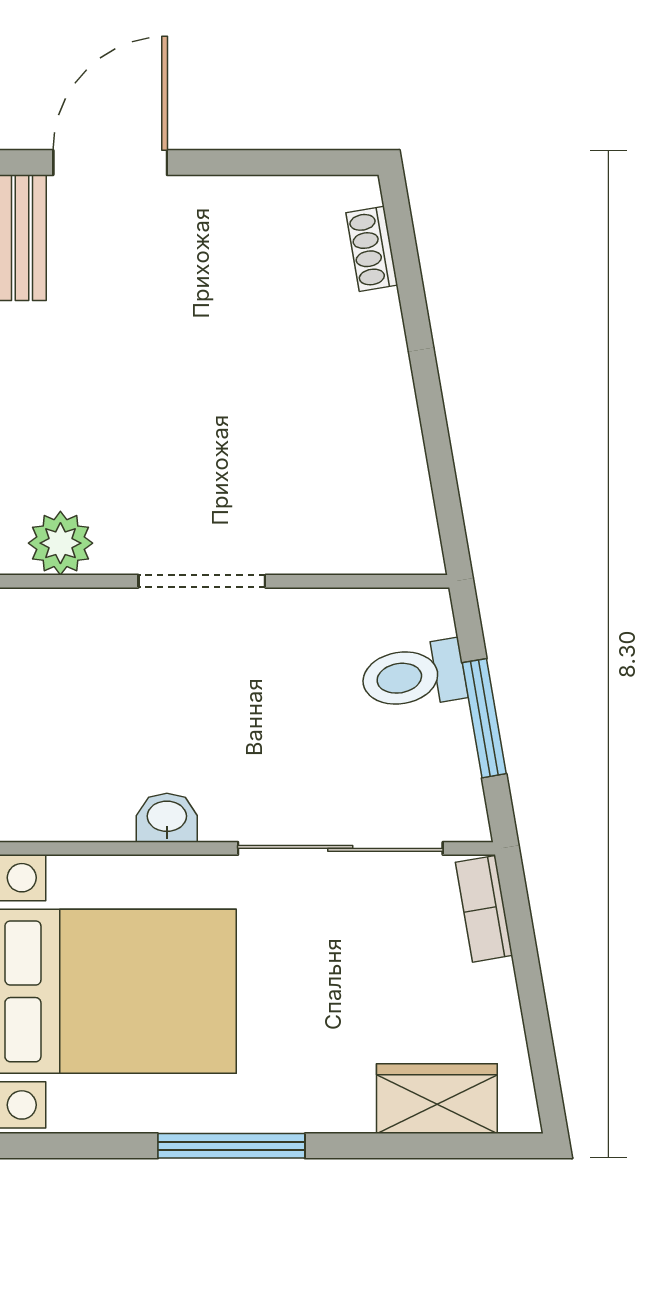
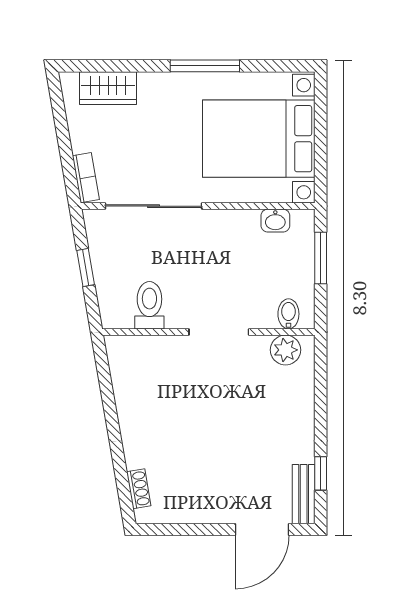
bidet: (54, 620) -> (288, 314), added
toilet: (413, 676) -> (149, 305), moved, turned -80
window: (484, 718) -> (86, 267), width x0.67
washbasin: (167, 818) -> (275, 221), moved

